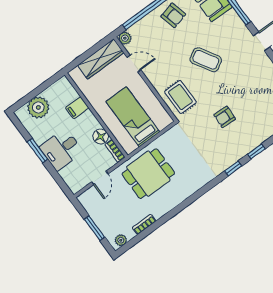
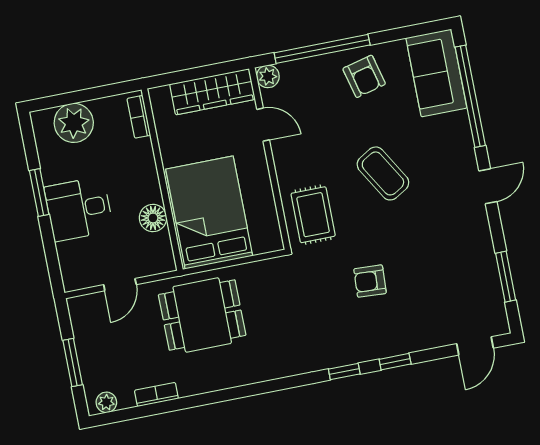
filing cabinet: (77, 108) -> (137, 153), removed
bed: (133, 117) -> (209, 213), width x1.50
bookcase: (115, 151) -> (139, 117), moved

